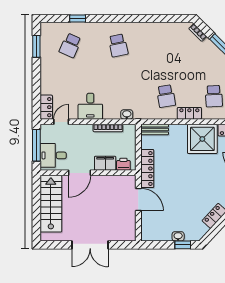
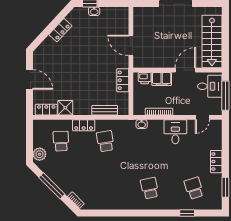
school desk: (70, 45) -> (194, 188), turned -42
locker: (46, 107) -> (216, 162), moved
bench: (155, 130) -> (105, 110), moved
shower: (202, 139) -> (65, 108), width x0.54, depth x0.54
locker: (147, 169) -> (123, 80), width x0.66

